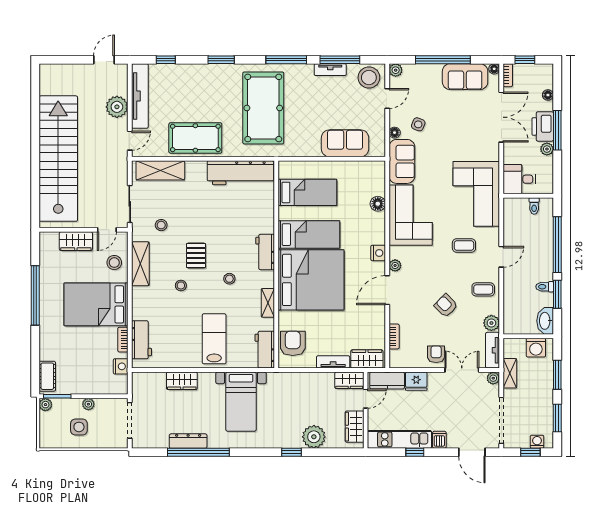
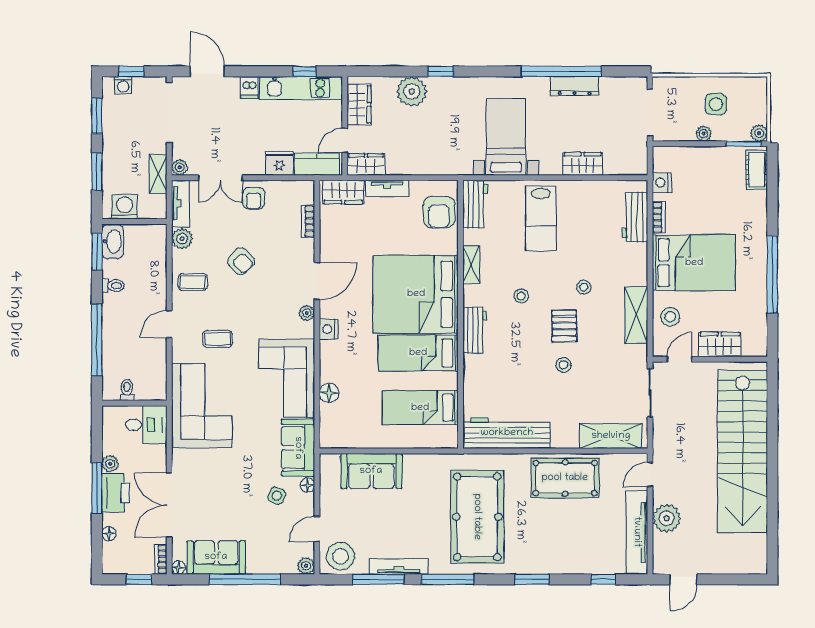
tv unit: (330, 70) -> (399, 566), width x1.41
stool: (161, 225) -> (563, 365), moved
window: (557, 294) -> (97, 252), moved
window: (415, 452) -> (305, 71), moved

